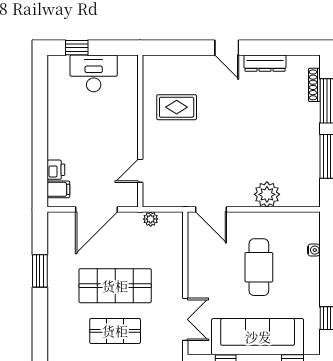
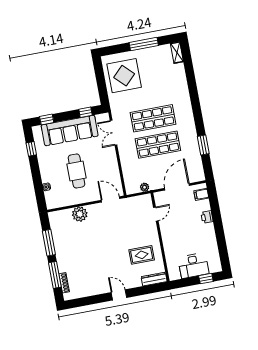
dresser: (265, 63) -> (154, 279), moved
printer: (56, 170) -> (207, 217), moved
shop shelf: (115, 331) -> (153, 118), width x1.43, depth x1.36

